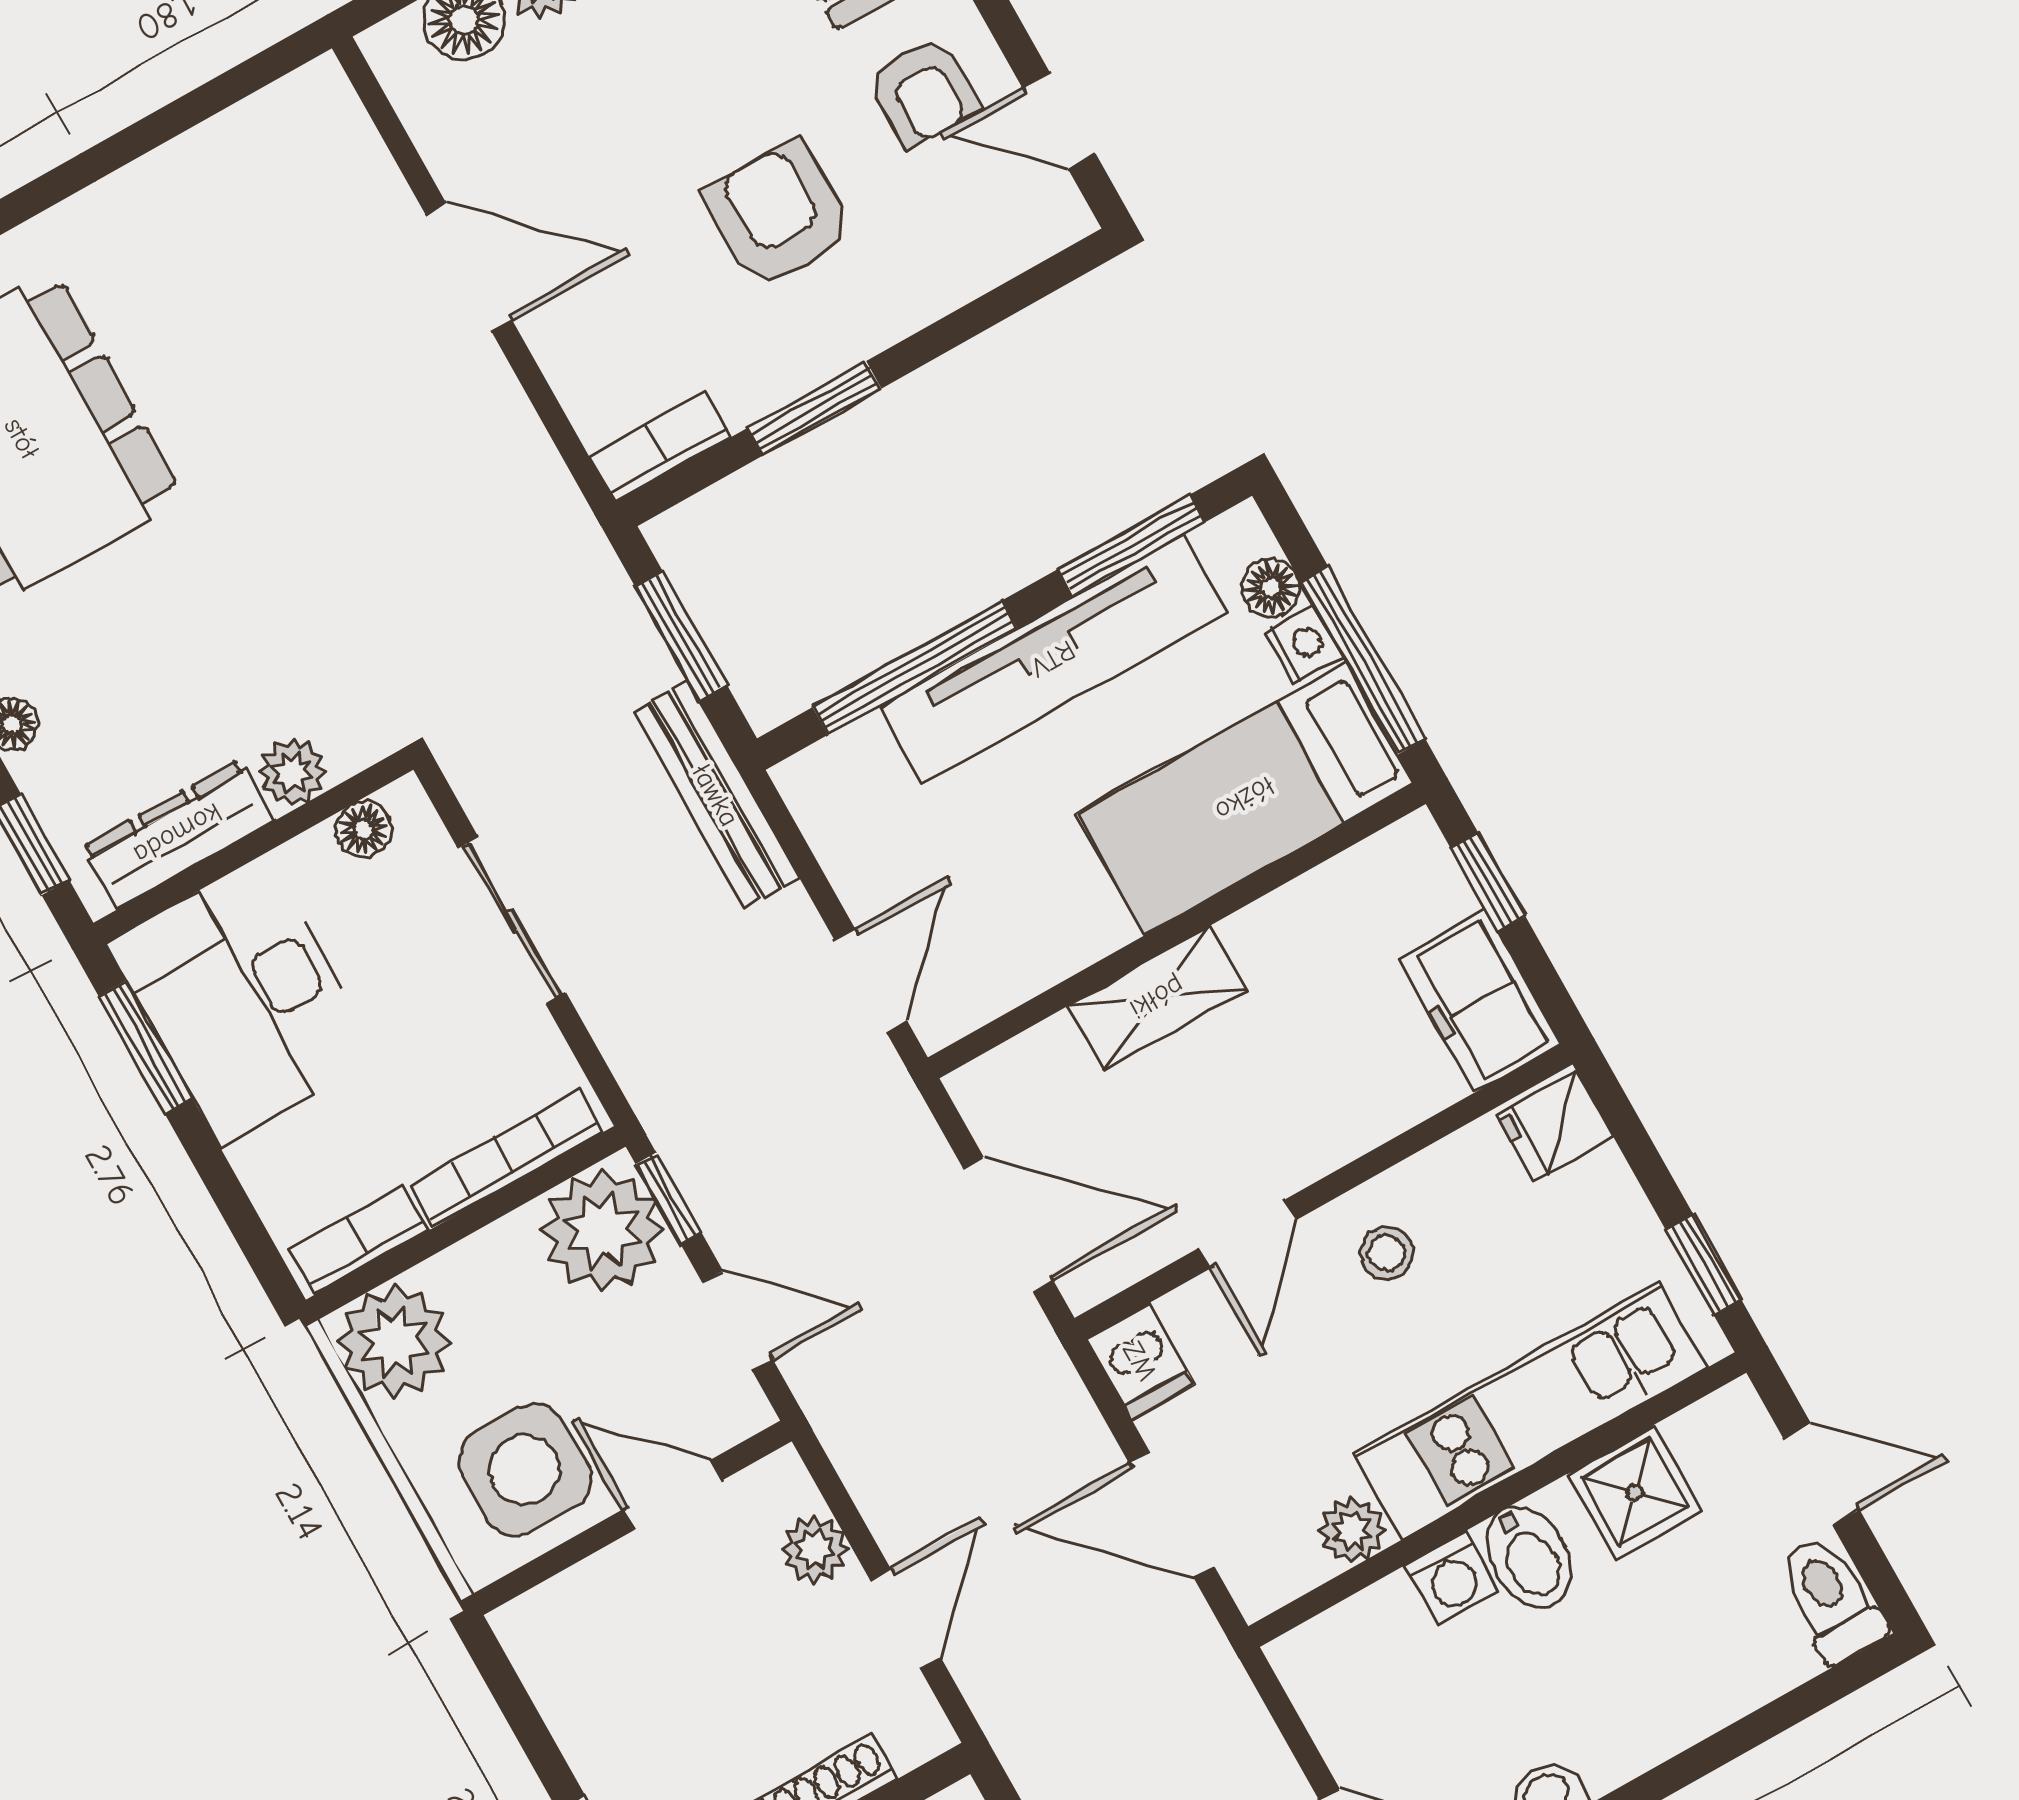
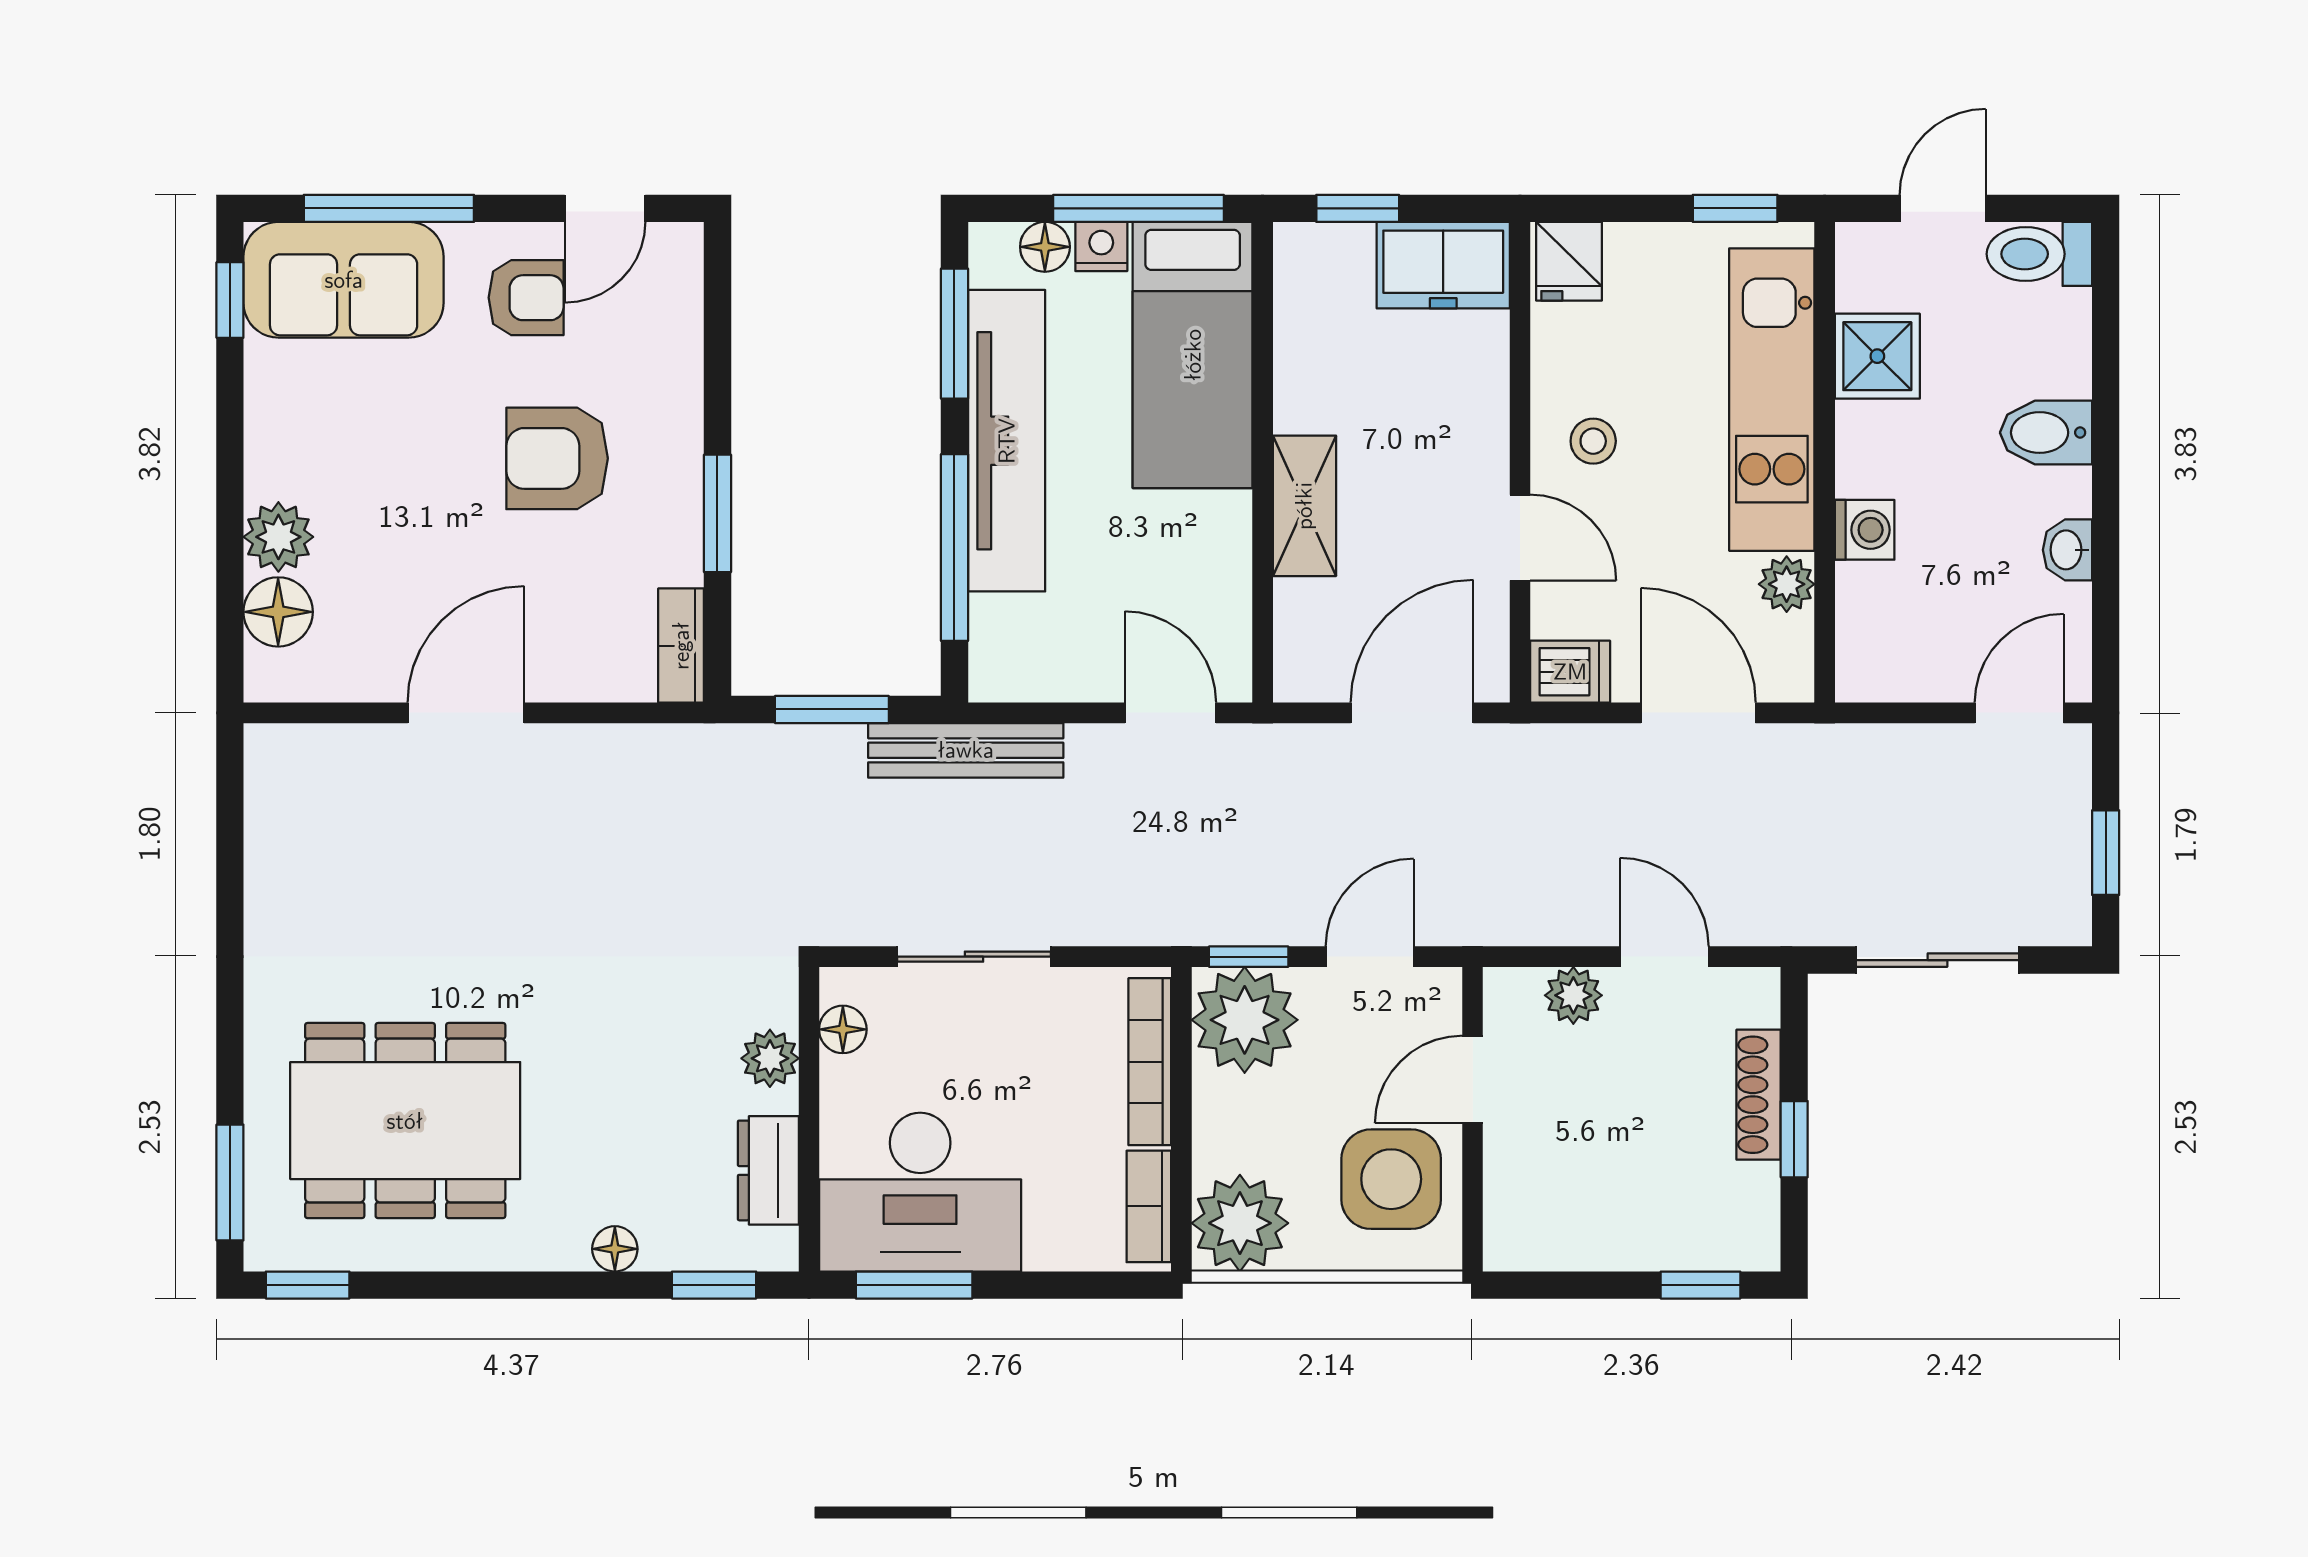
dresser: (178, 834) -> (768, 1170), width x0.70
door: (1172, 1515) -> (1698, 713), swing flipped
bidet: (1529, 1557) -> (2046, 433), moved, turned 180

